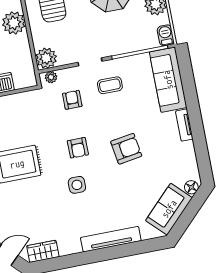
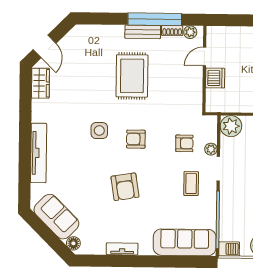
plant: (51, 77) -> (211, 149), moved
tv unit: (184, 125) -> (122, 249), moved

